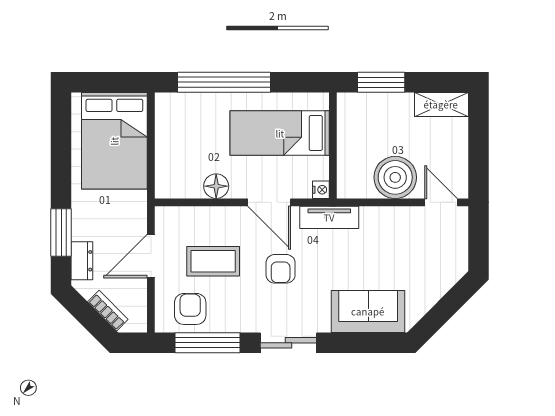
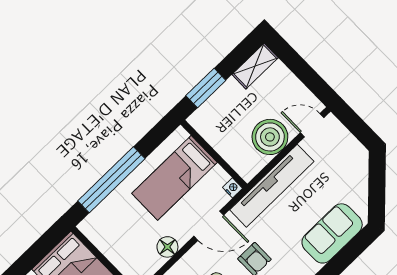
tv unit: (329, 217) -> (272, 186), width x1.92, depth x1.29

